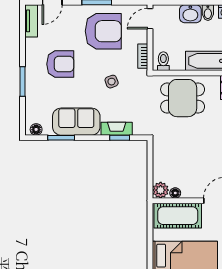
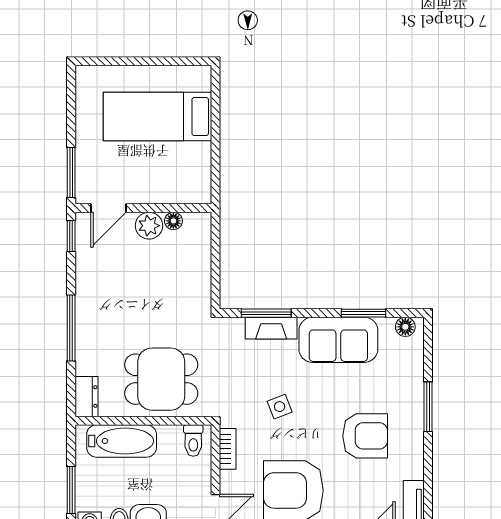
armchair: (60, 64) -> (365, 436), turned 180
window: (120, 138) -> (266, 313), width x1.50
plant: (161, 190) -> (149, 226), moved
cot: (178, 216) -> (169, 183), removed

